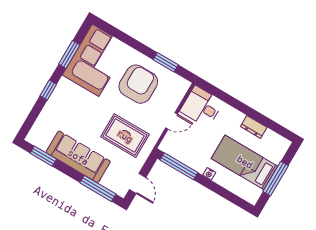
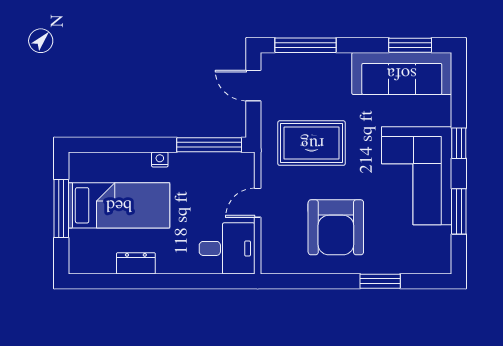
corner sofa: (95, 60) -> (417, 176), moved
window: (166, 62) -> (380, 281), moved
sofa: (78, 157) -> (402, 73), moved

